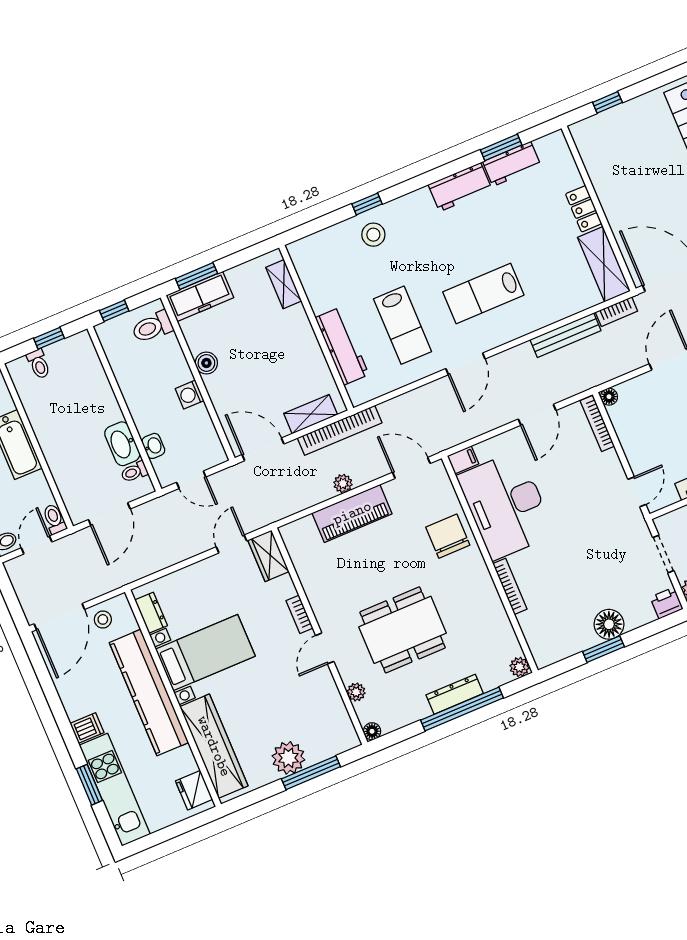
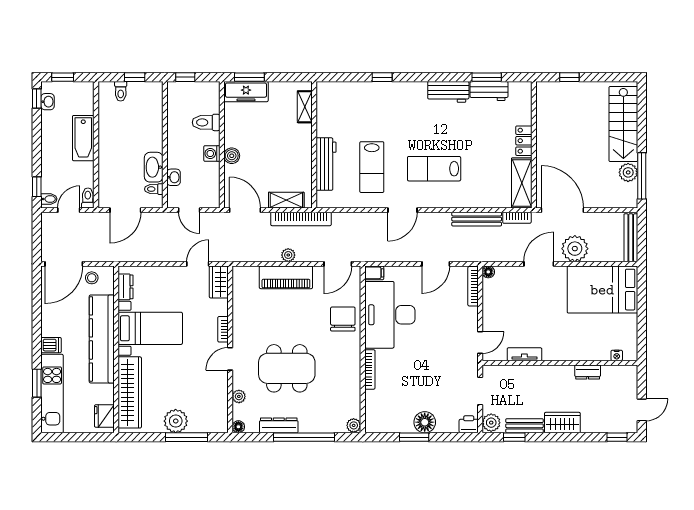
stool: (373, 235) -> (378, 99), removed
toilet: (152, 327) -> (206, 122), moved
boiler: (206, 363) -> (232, 156), moved
door: (411, 468) -> (338, 264), swing flipped
dresser: (455, 694) -> (279, 425), moved

